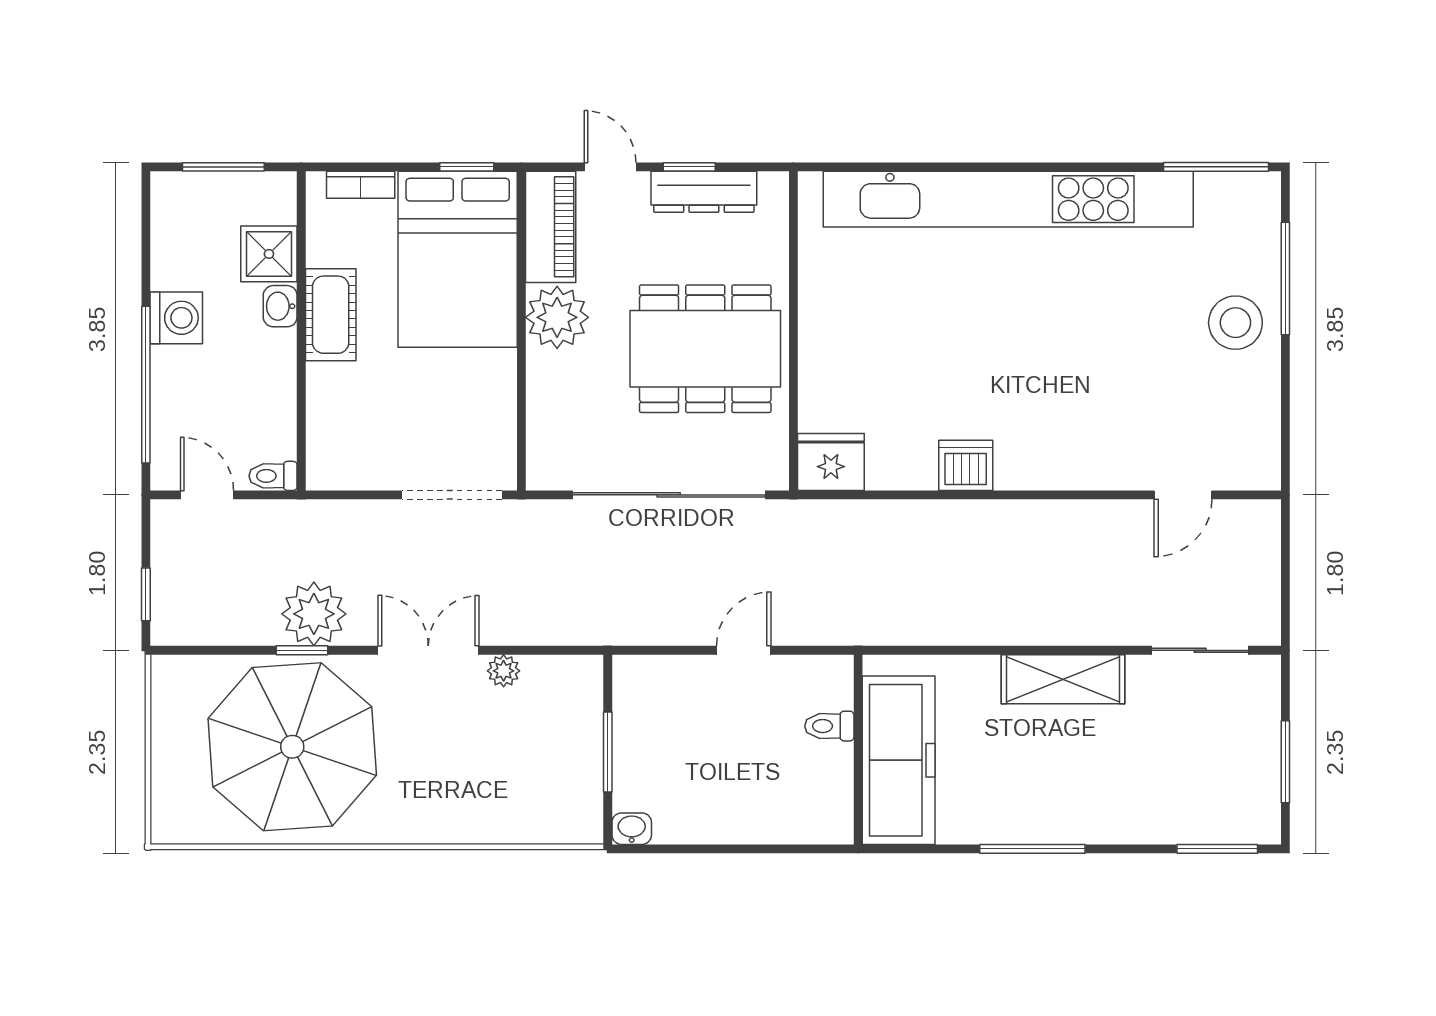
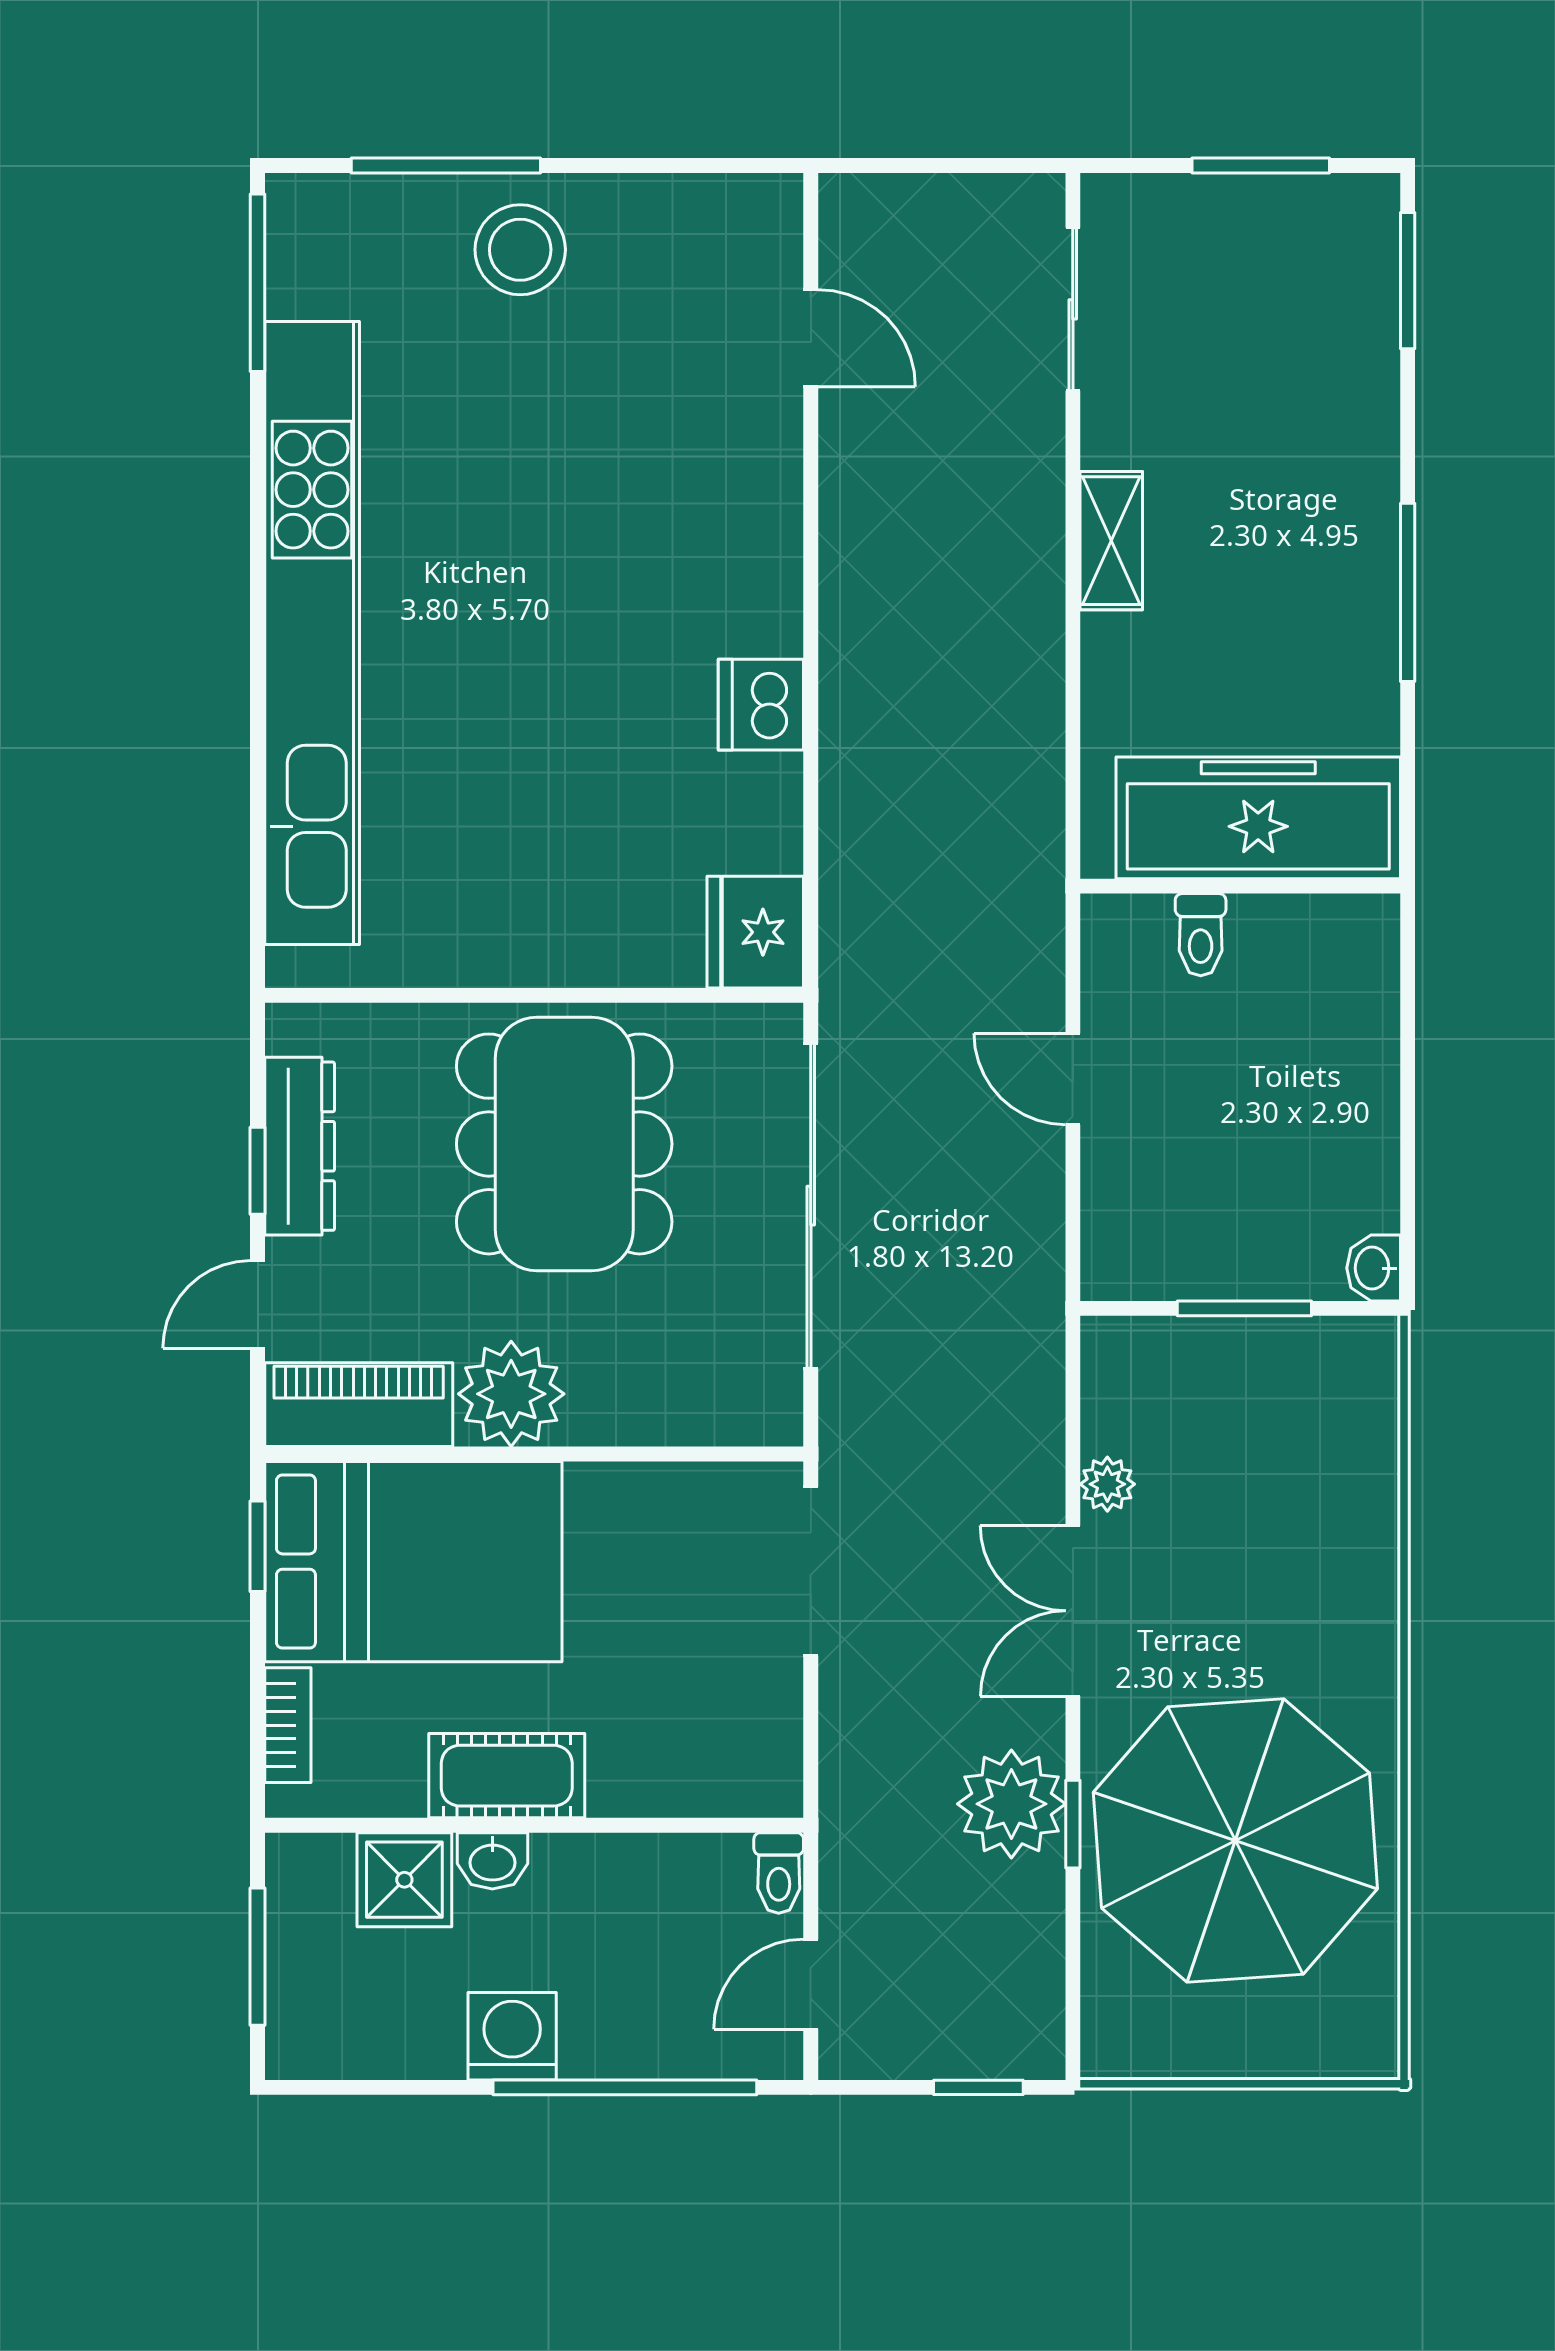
shelving: (1063, 679) -> (1111, 541), width x0.67, depth x0.75

